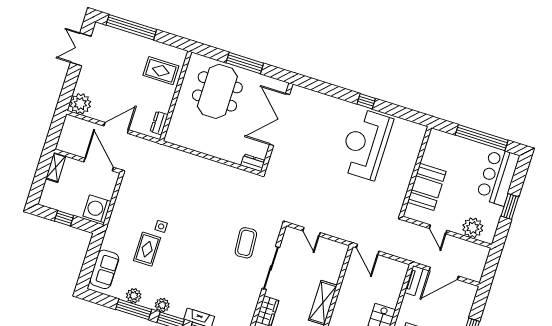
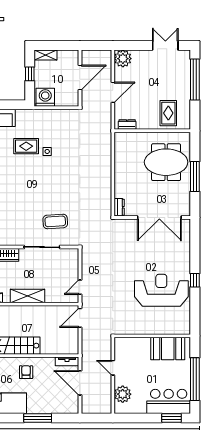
double door: (280, 120) -> (159, 217), swing flipped
door: (116, 128) -> (113, 92), hinge flipped
door: (99, 165) -> (80, 78), moved
shelving: (56, 167) -> (46, 55), moved
booth: (427, 187) -> (168, 348), moved
window: (510, 207) -> (171, 418), moved
door: (438, 229) -> (113, 368), hinge flipped
door: (312, 232) -> (80, 287), moved

